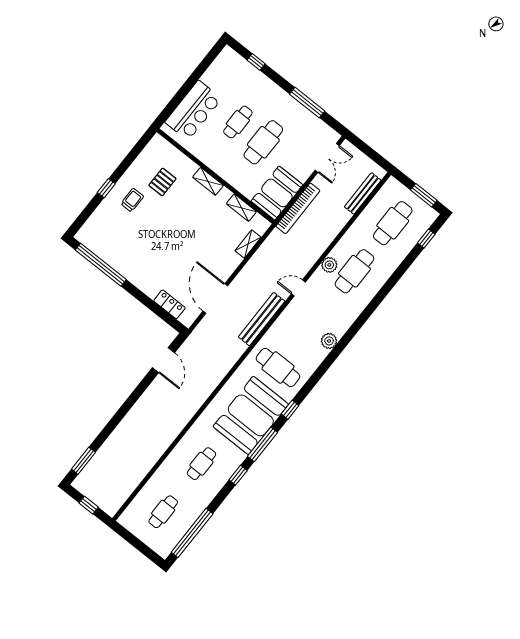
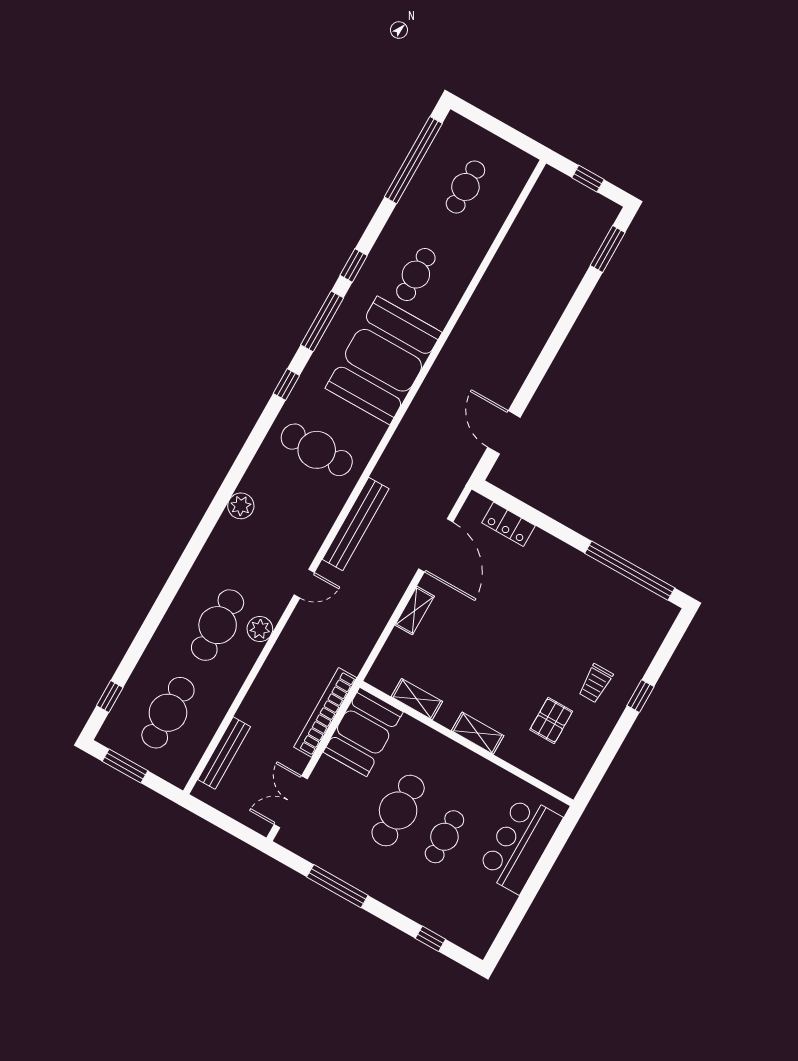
shelving: (248, 244) -> (415, 611), moved
booth: (251, 415) -> (384, 360), moved

